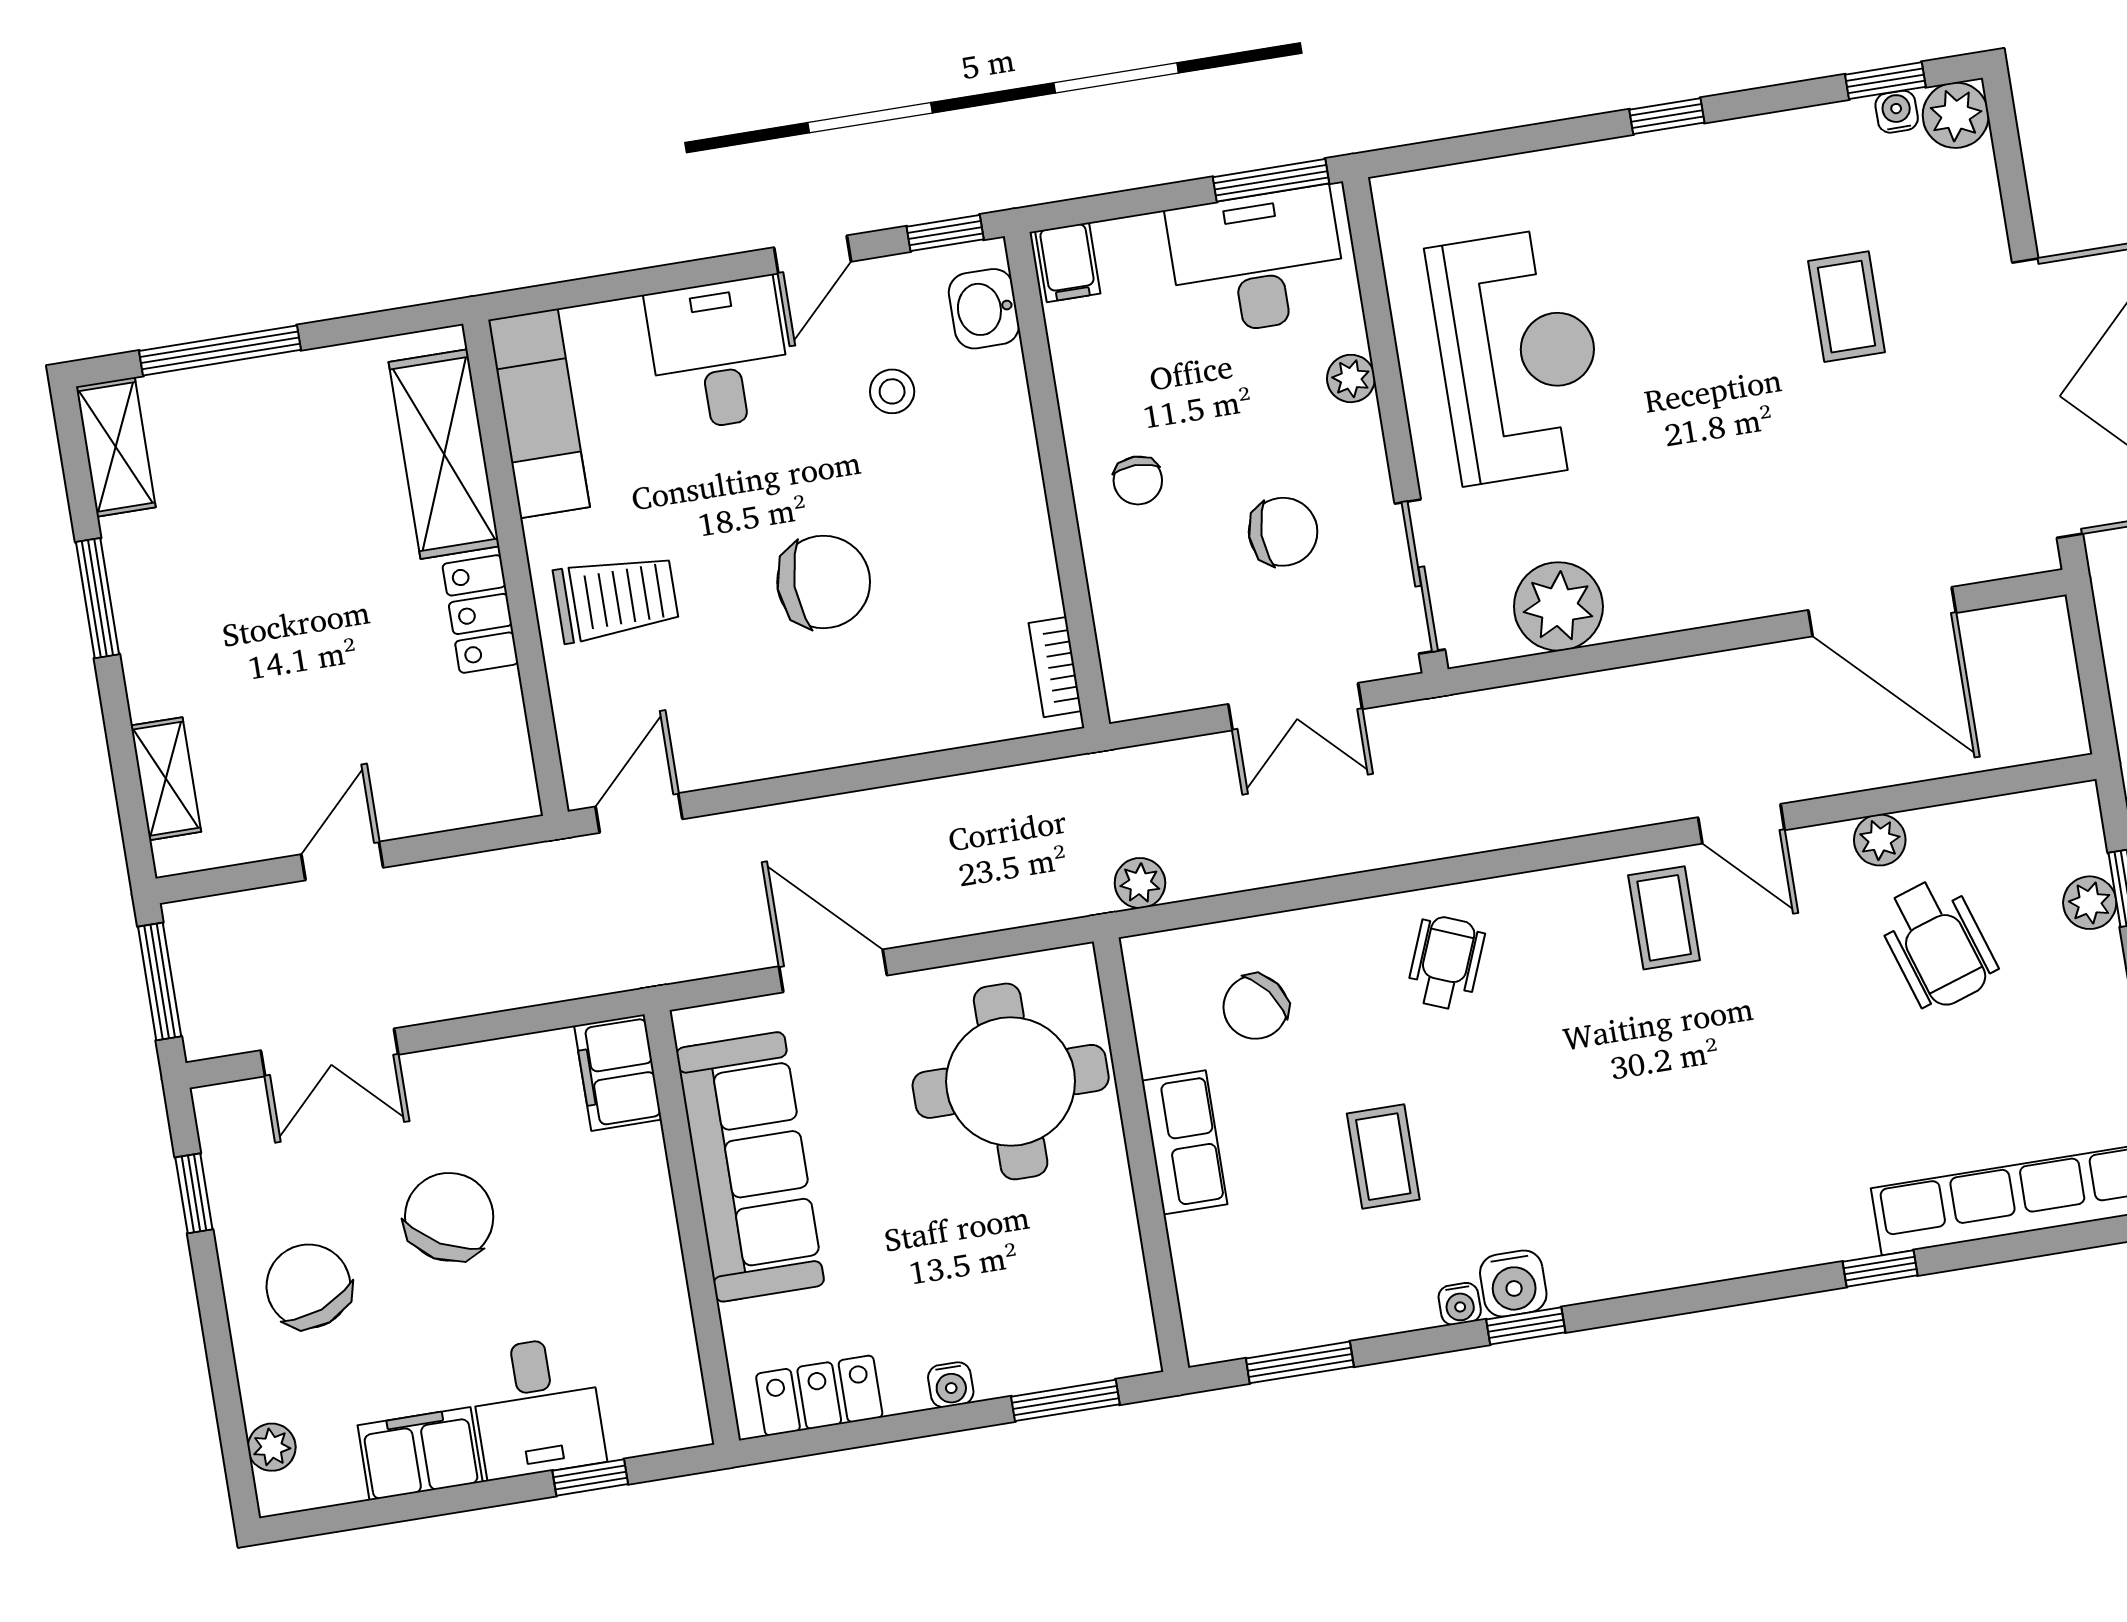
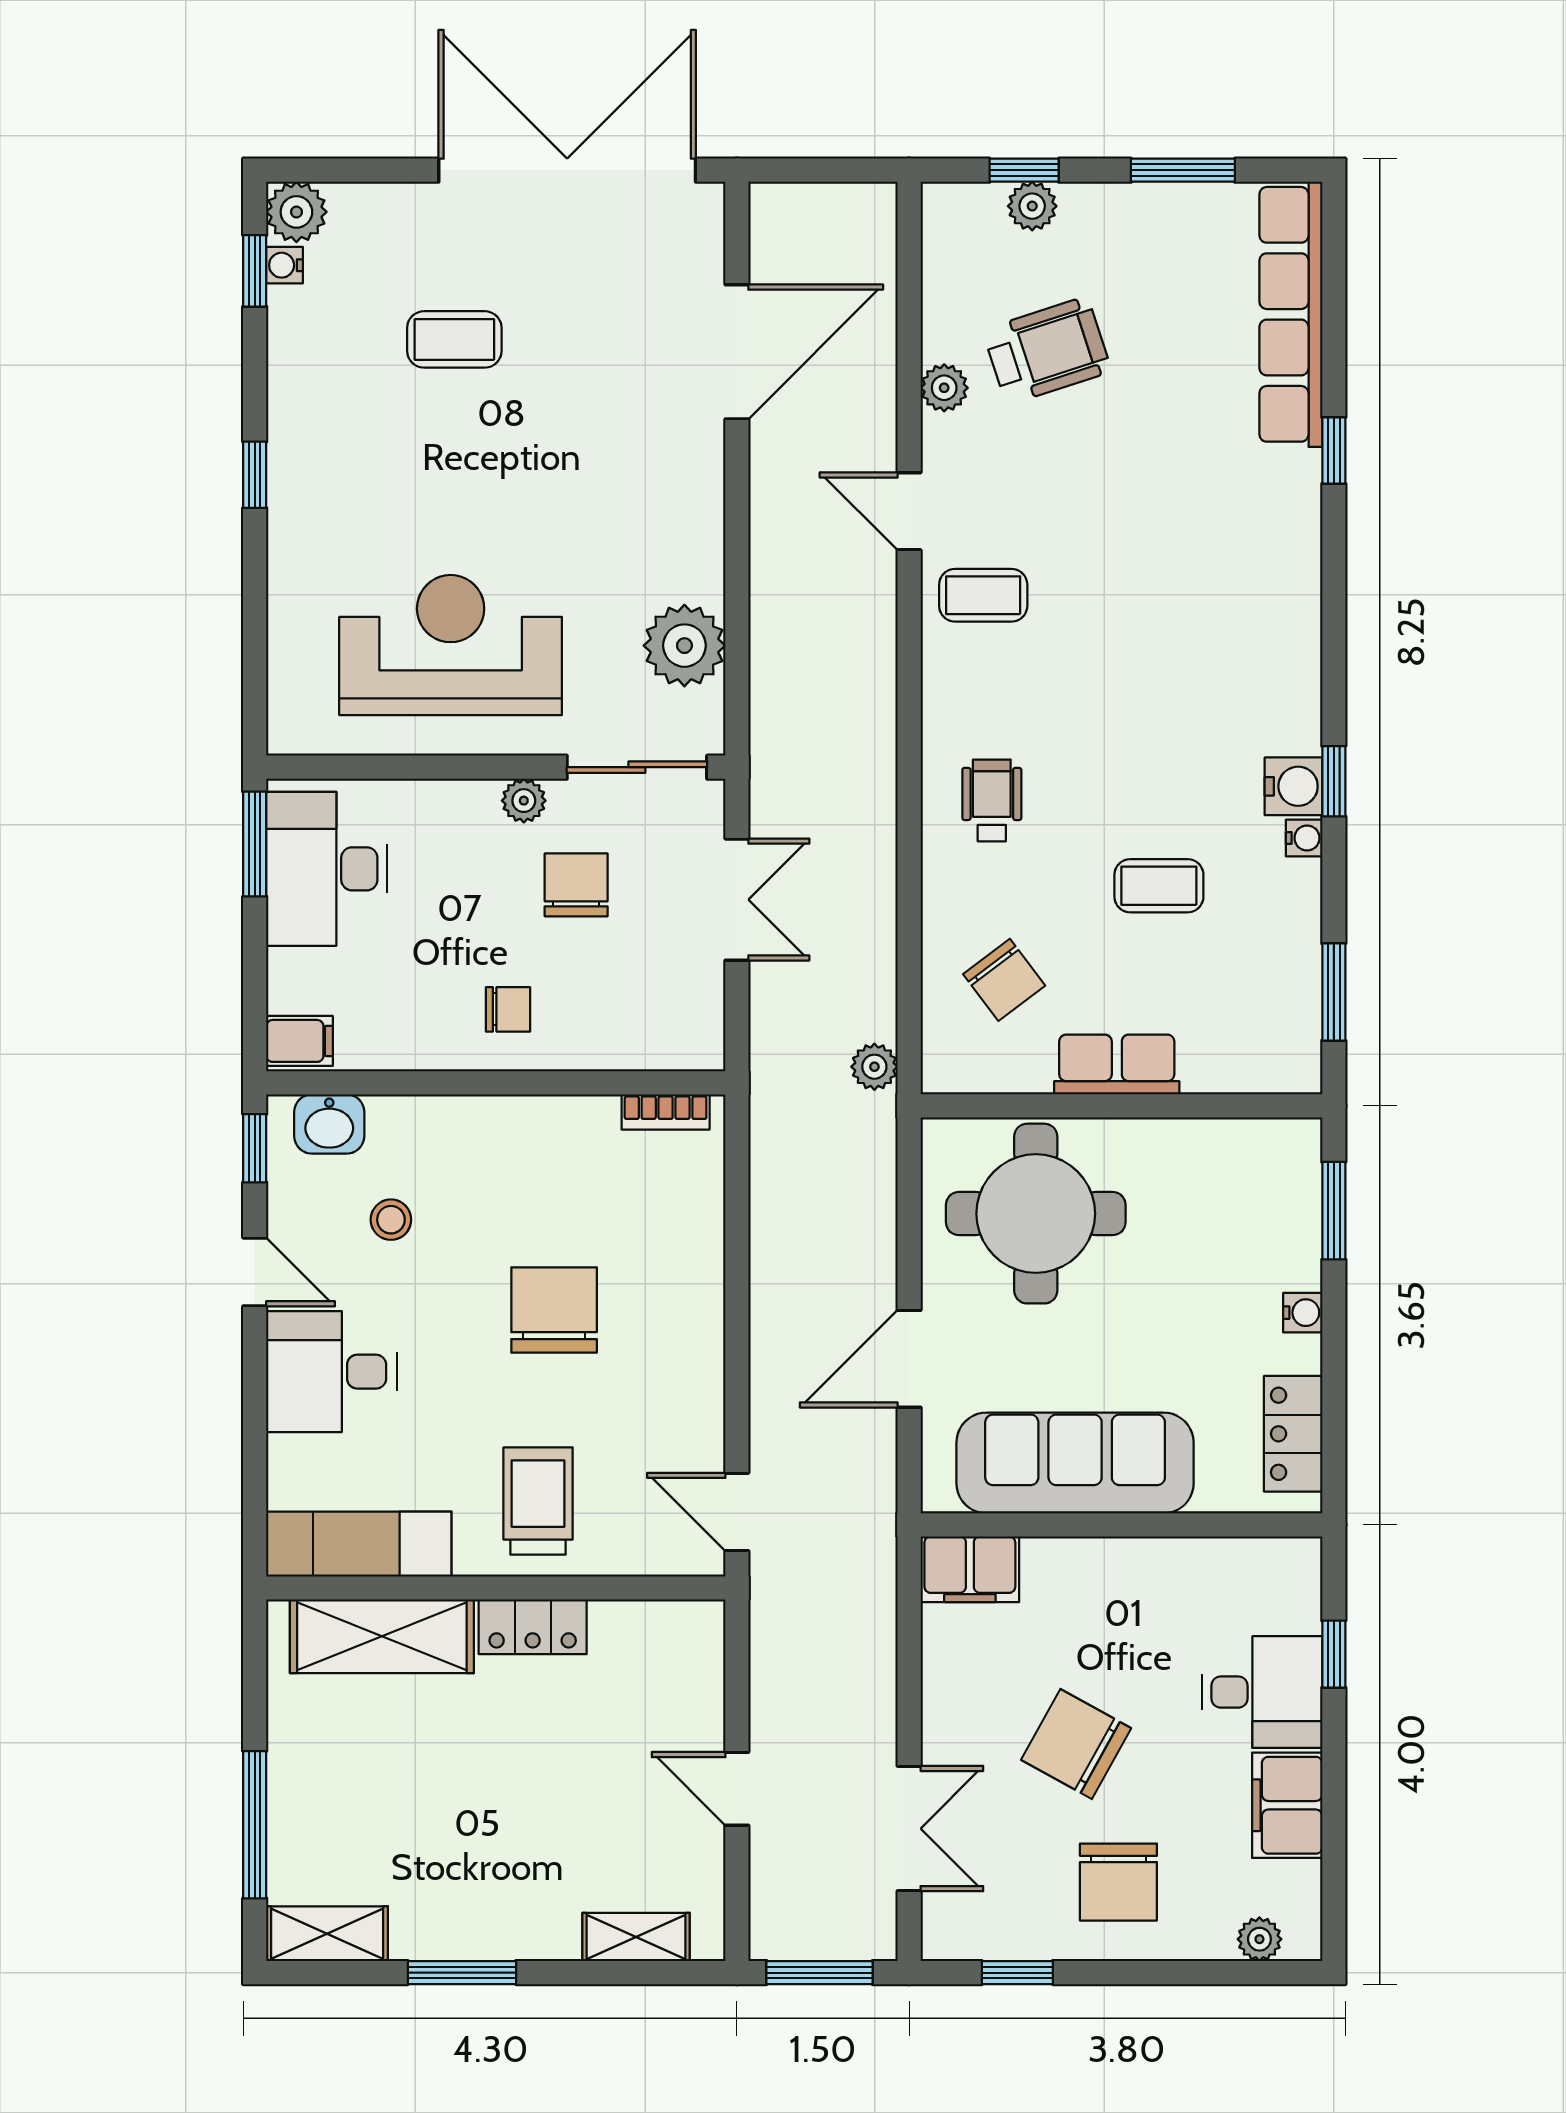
plant: (1351, 378) -> (524, 801), moved
door: (1741, 824) -> (909, 511), swing flipped
wheelchair: (1446, 963) -> (992, 800), turned 68
chair: (308, 1286) -> (1118, 1882), turned -69

